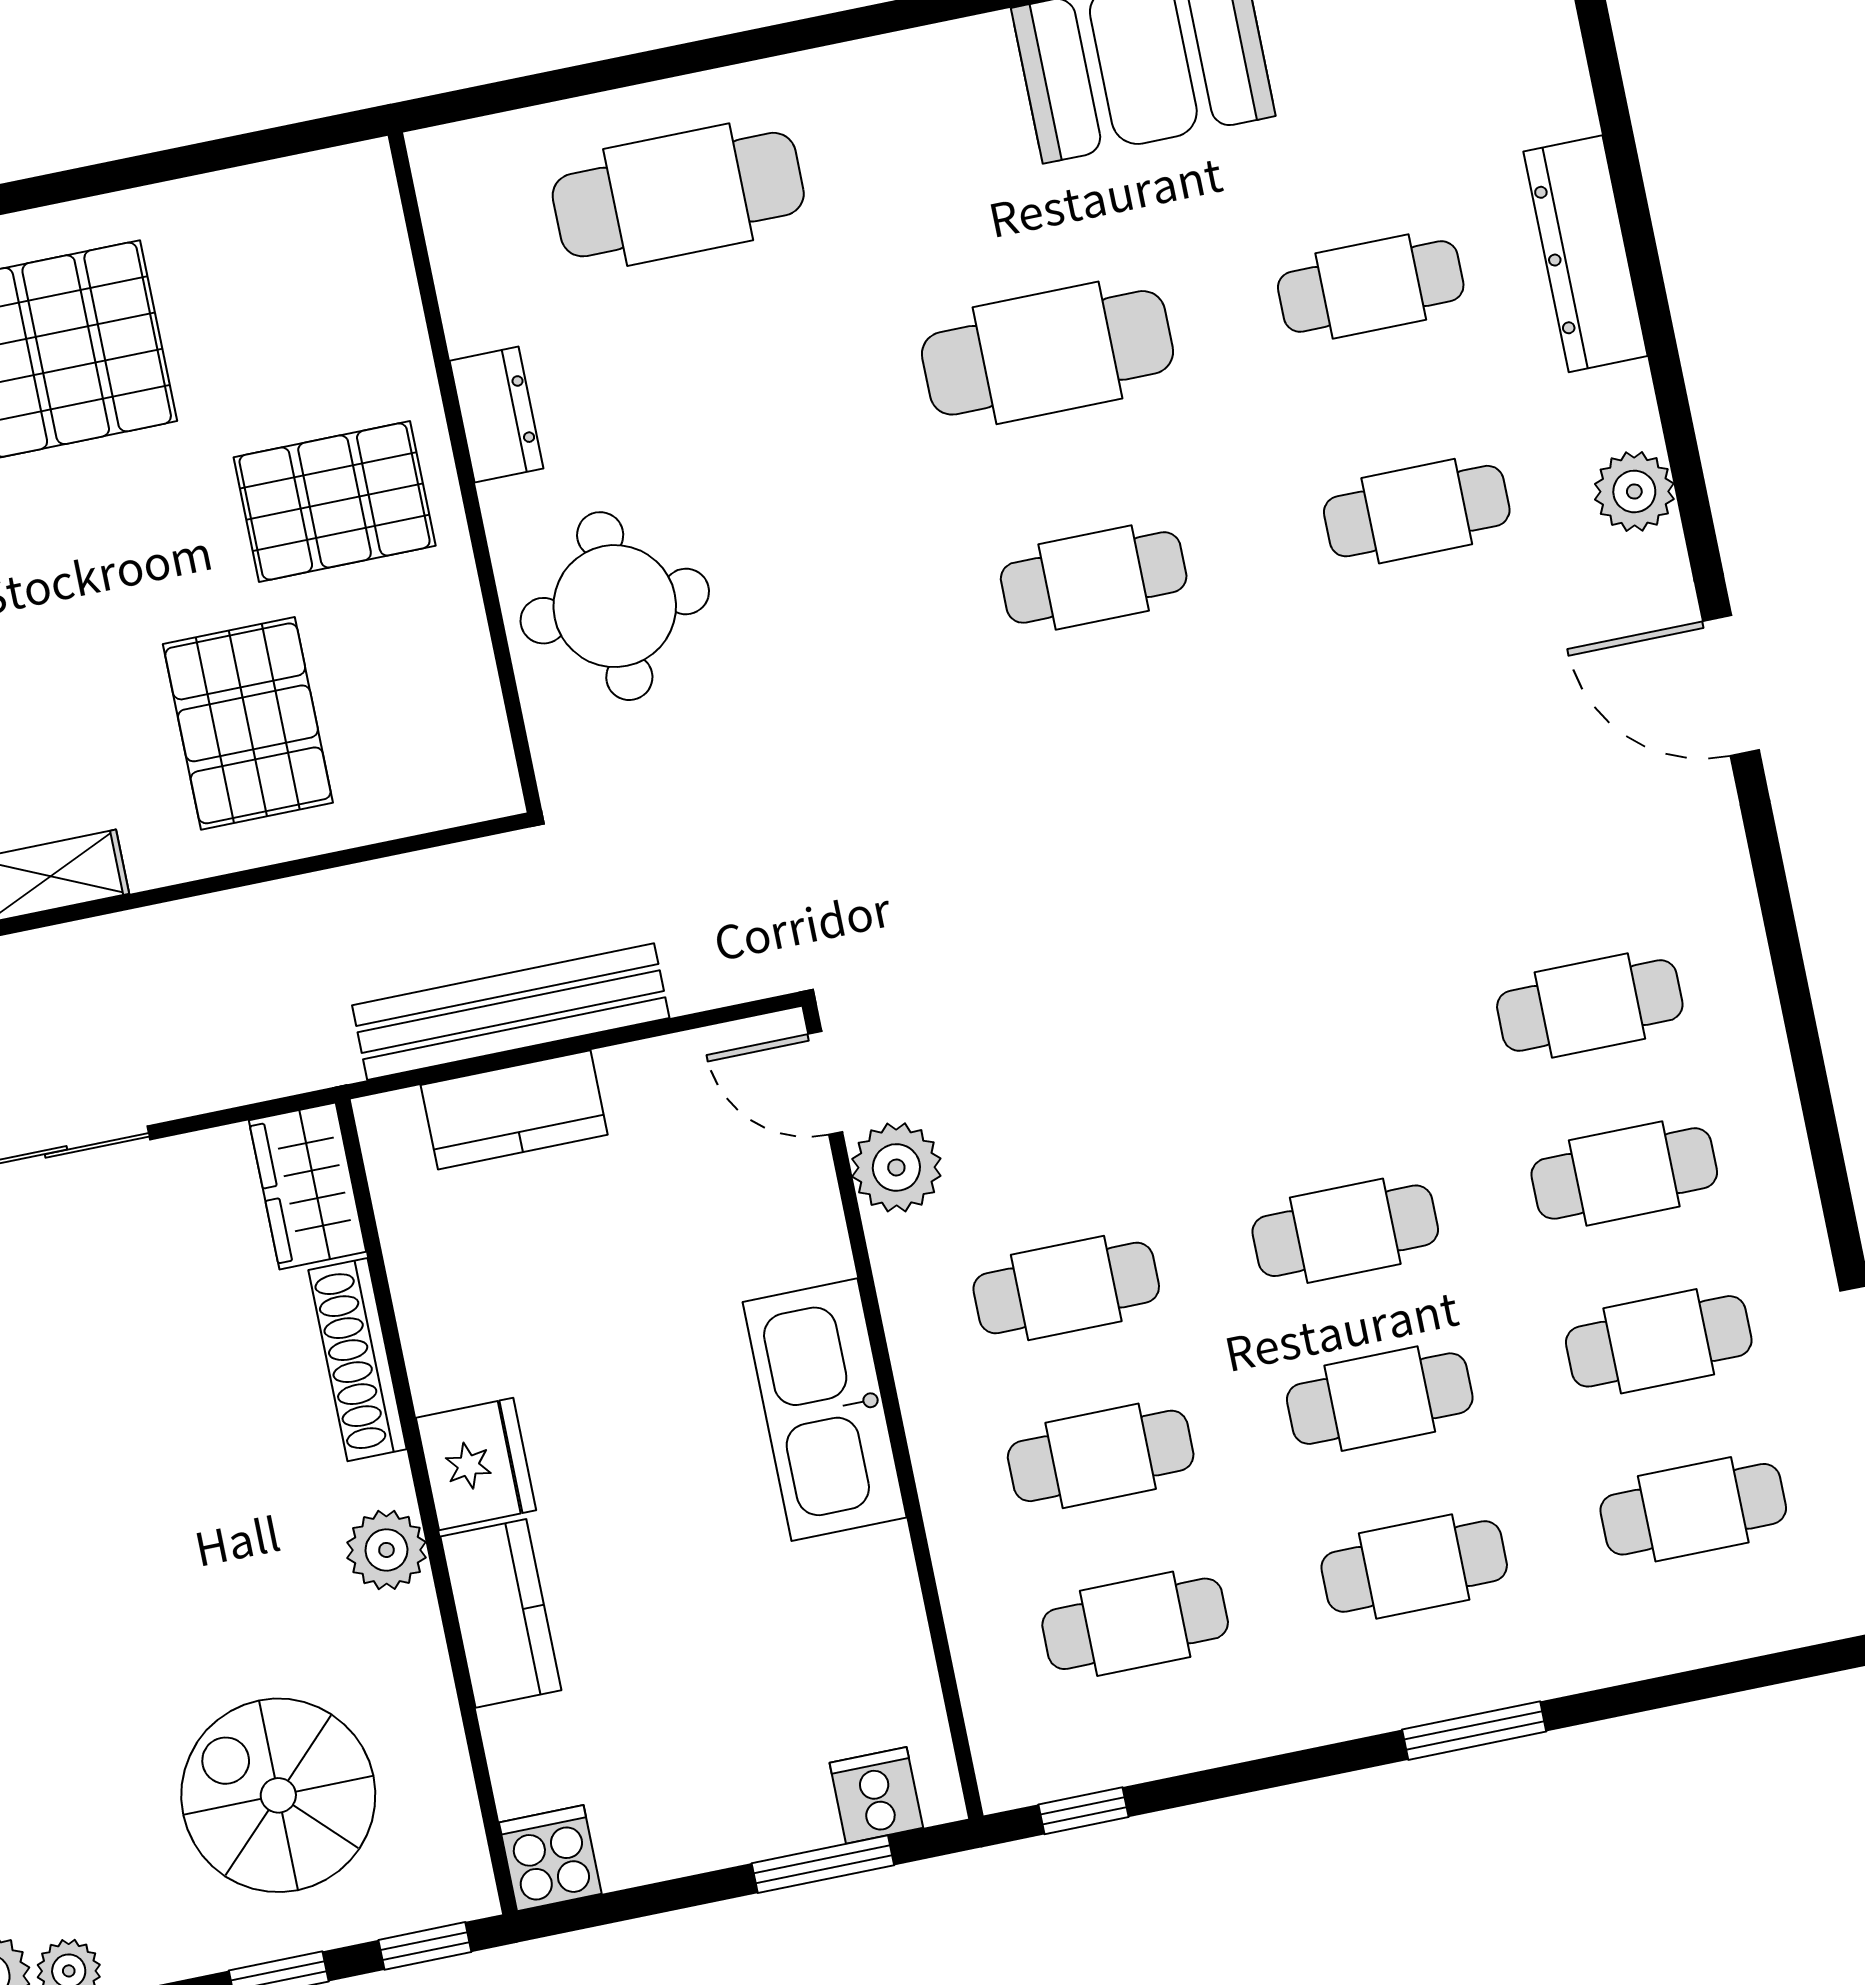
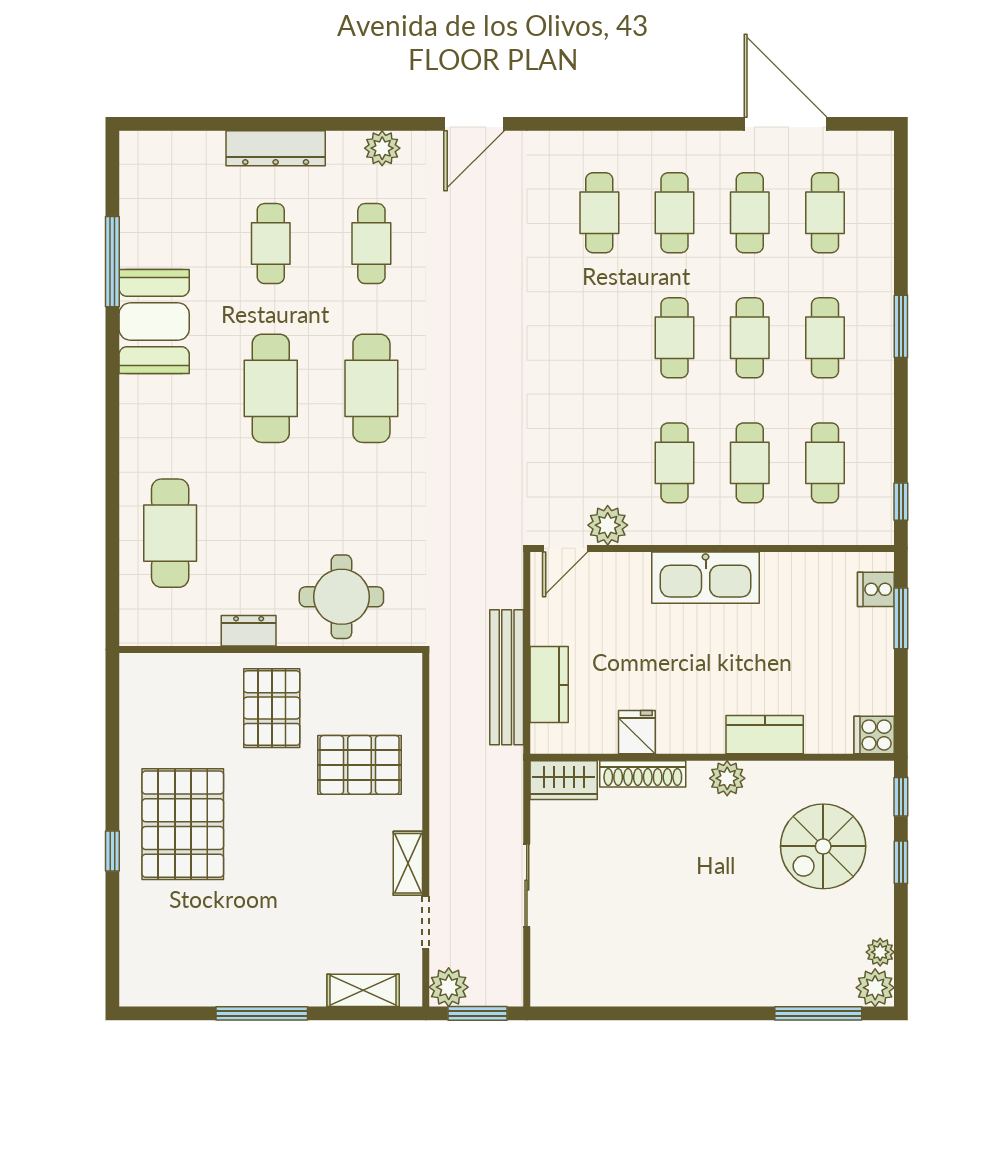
cafe table: (1094, 577) -> (371, 388), width x1.37, depth x1.35
fridge: (476, 1464) -> (637, 732), moved, width x0.72

